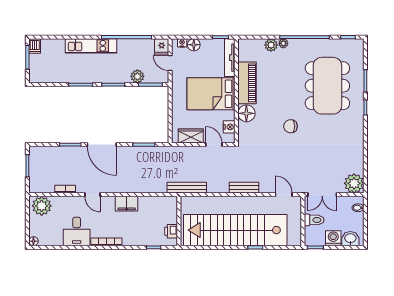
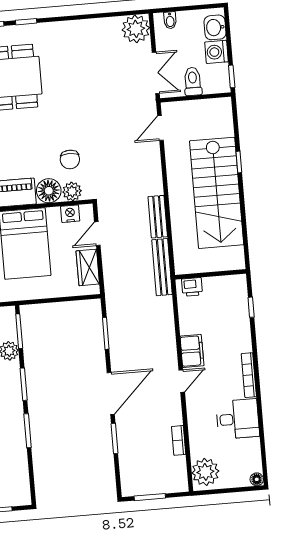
chair: (291, 126) -> (70, 159), moved
plant: (245, 130) -> (72, 191), added
bench: (244, 188) -> (158, 217), moved
door: (93, 195) -> (182, 381), moved
stairs: (235, 230) -> (217, 193), width x0.73
printer: (171, 231) -> (192, 287), moved

